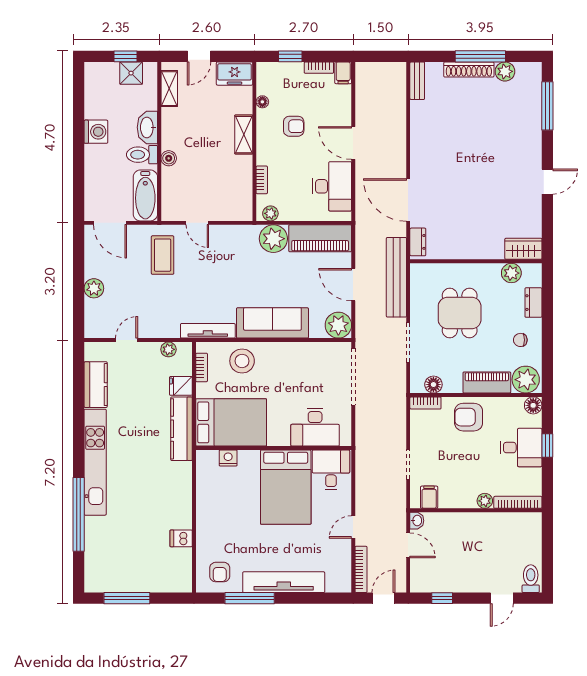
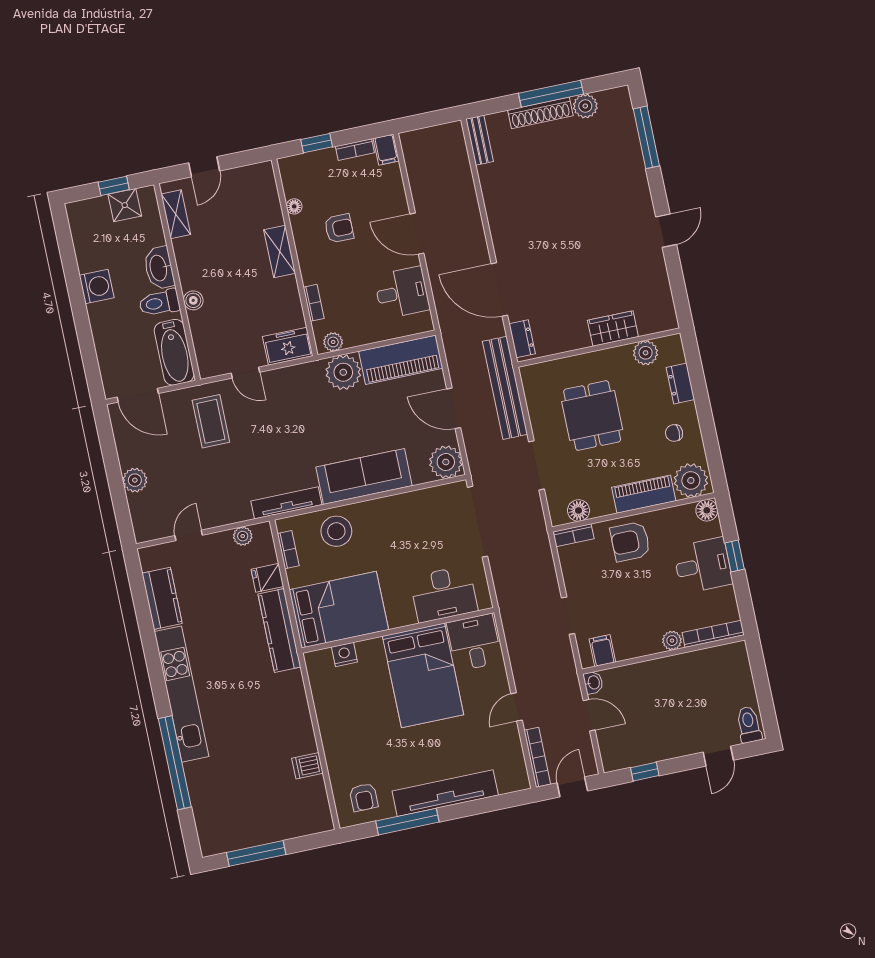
freezer: (235, 74) -> (288, 346), moved, turned 180
desk: (332, 186) -> (402, 293), width x0.73
wardrobe: (523, 249) -> (613, 328), moved

